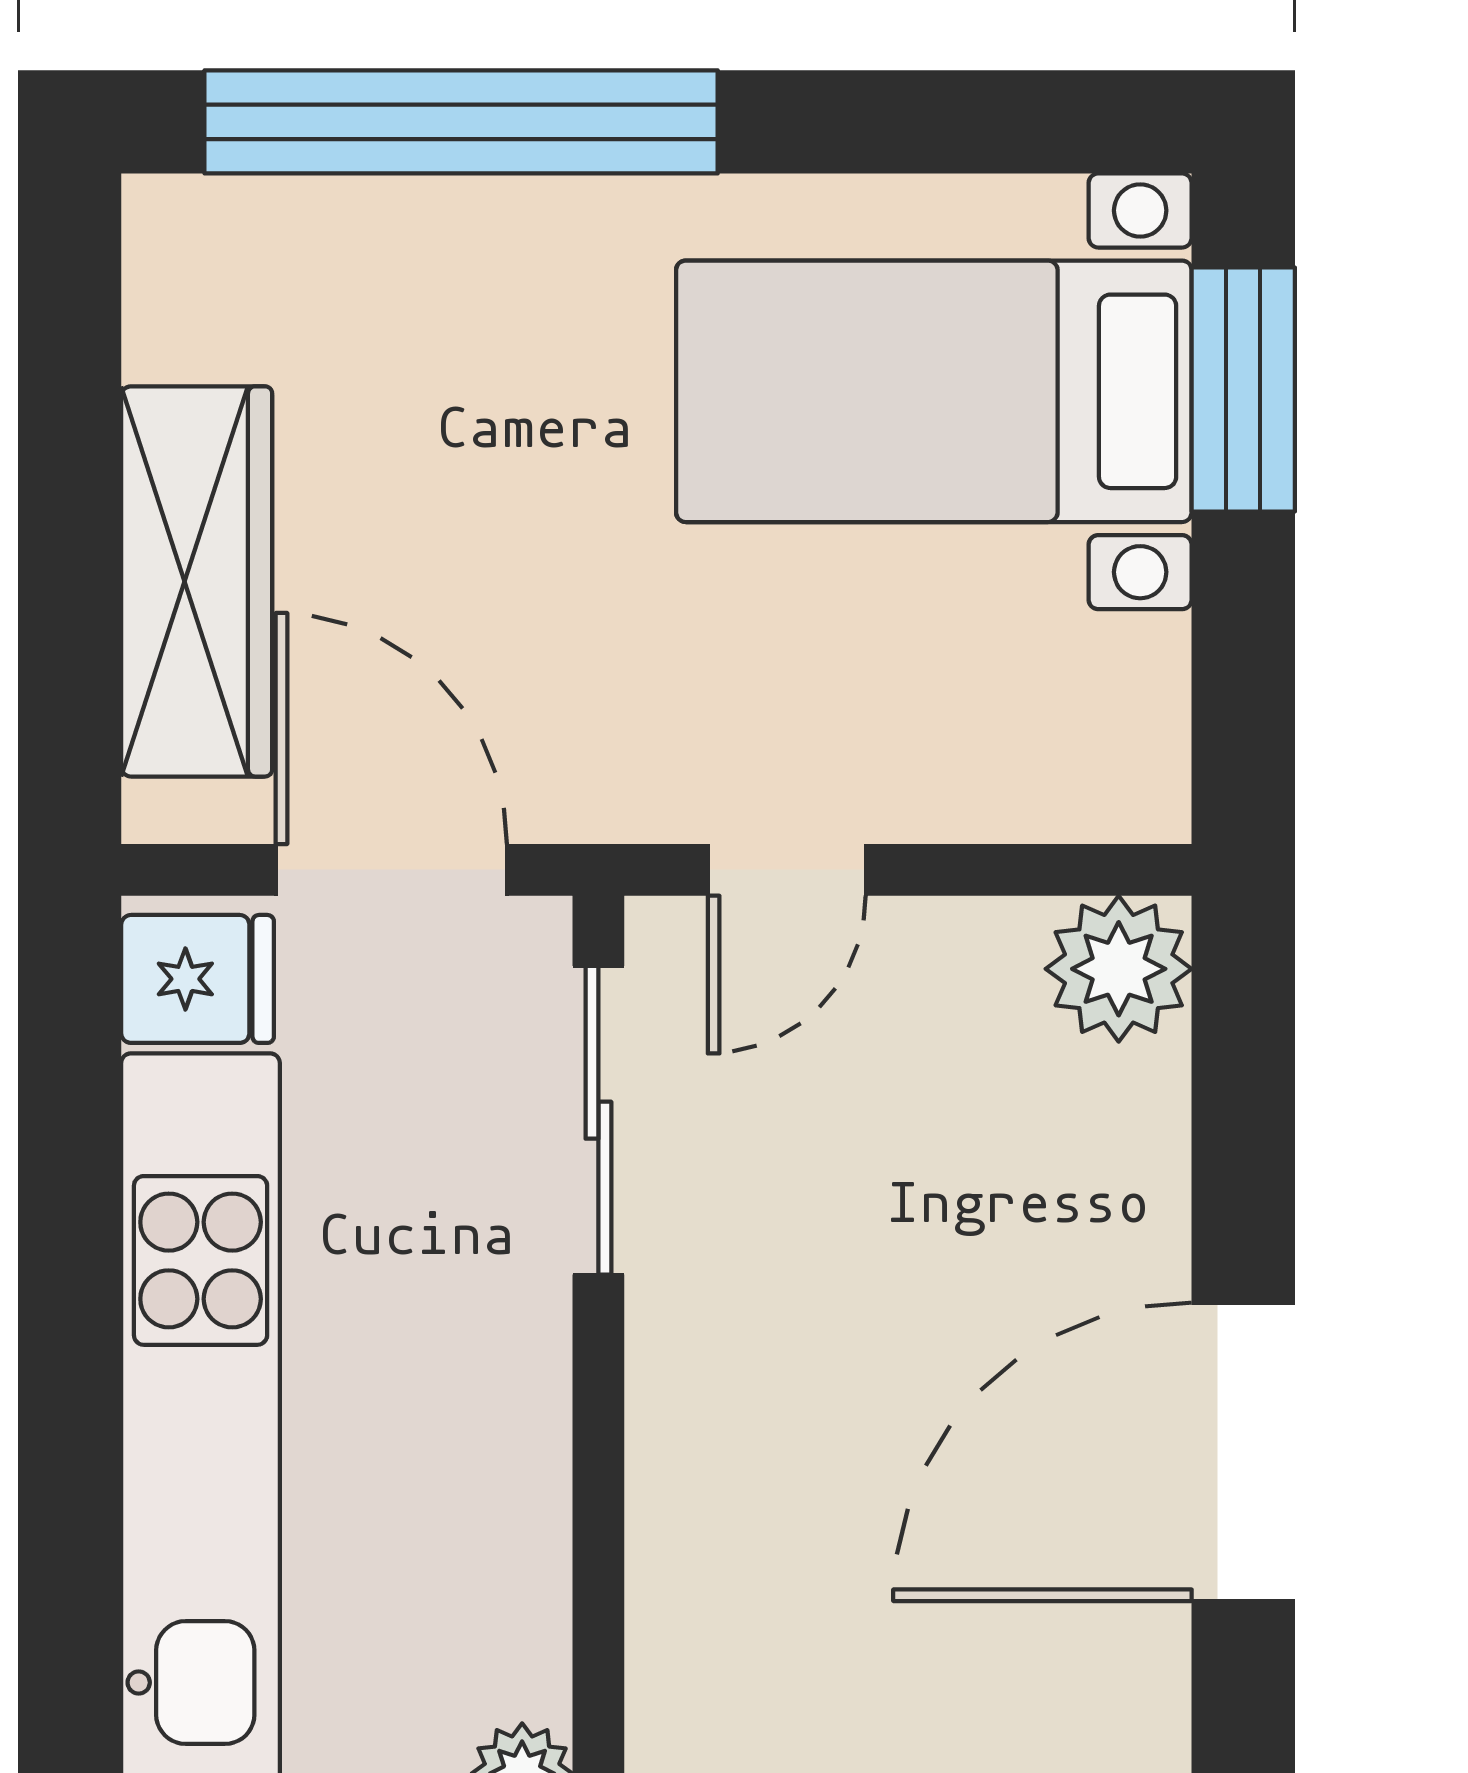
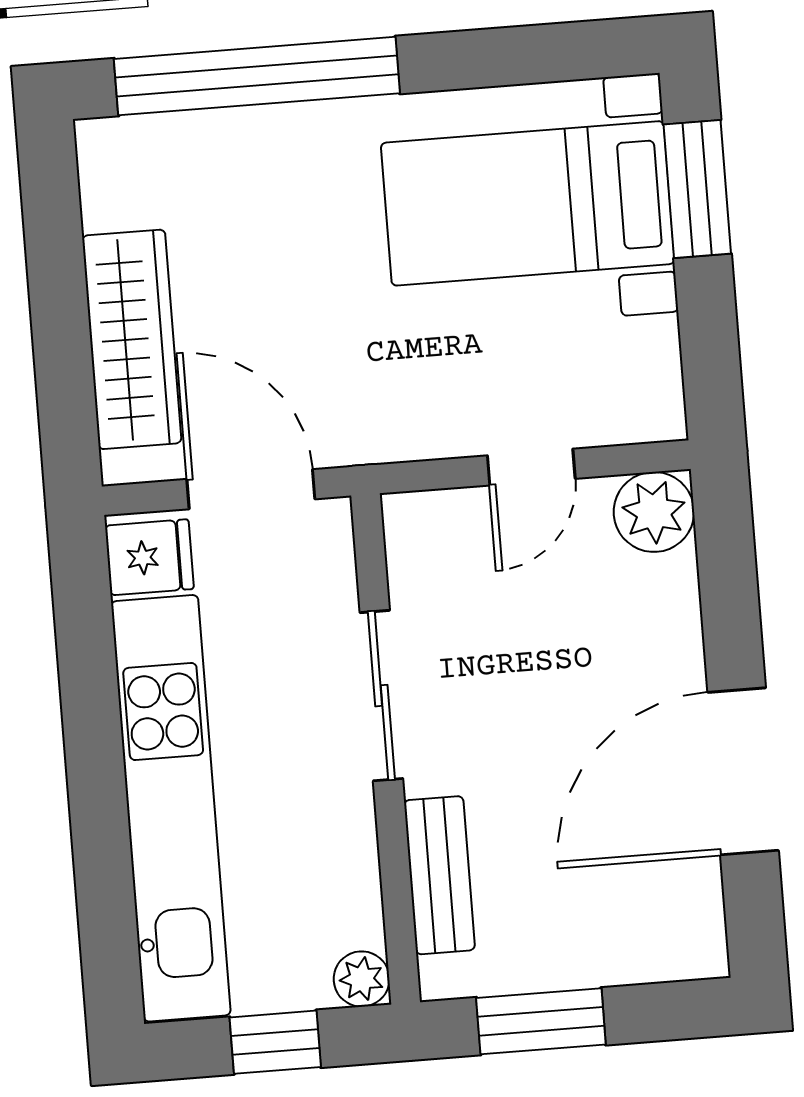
door: (787, 870) -> (531, 467), moved
sliding door: (598, 1120) -> (381, 696), moved
bench: (678, 1597) -> (439, 875), added

